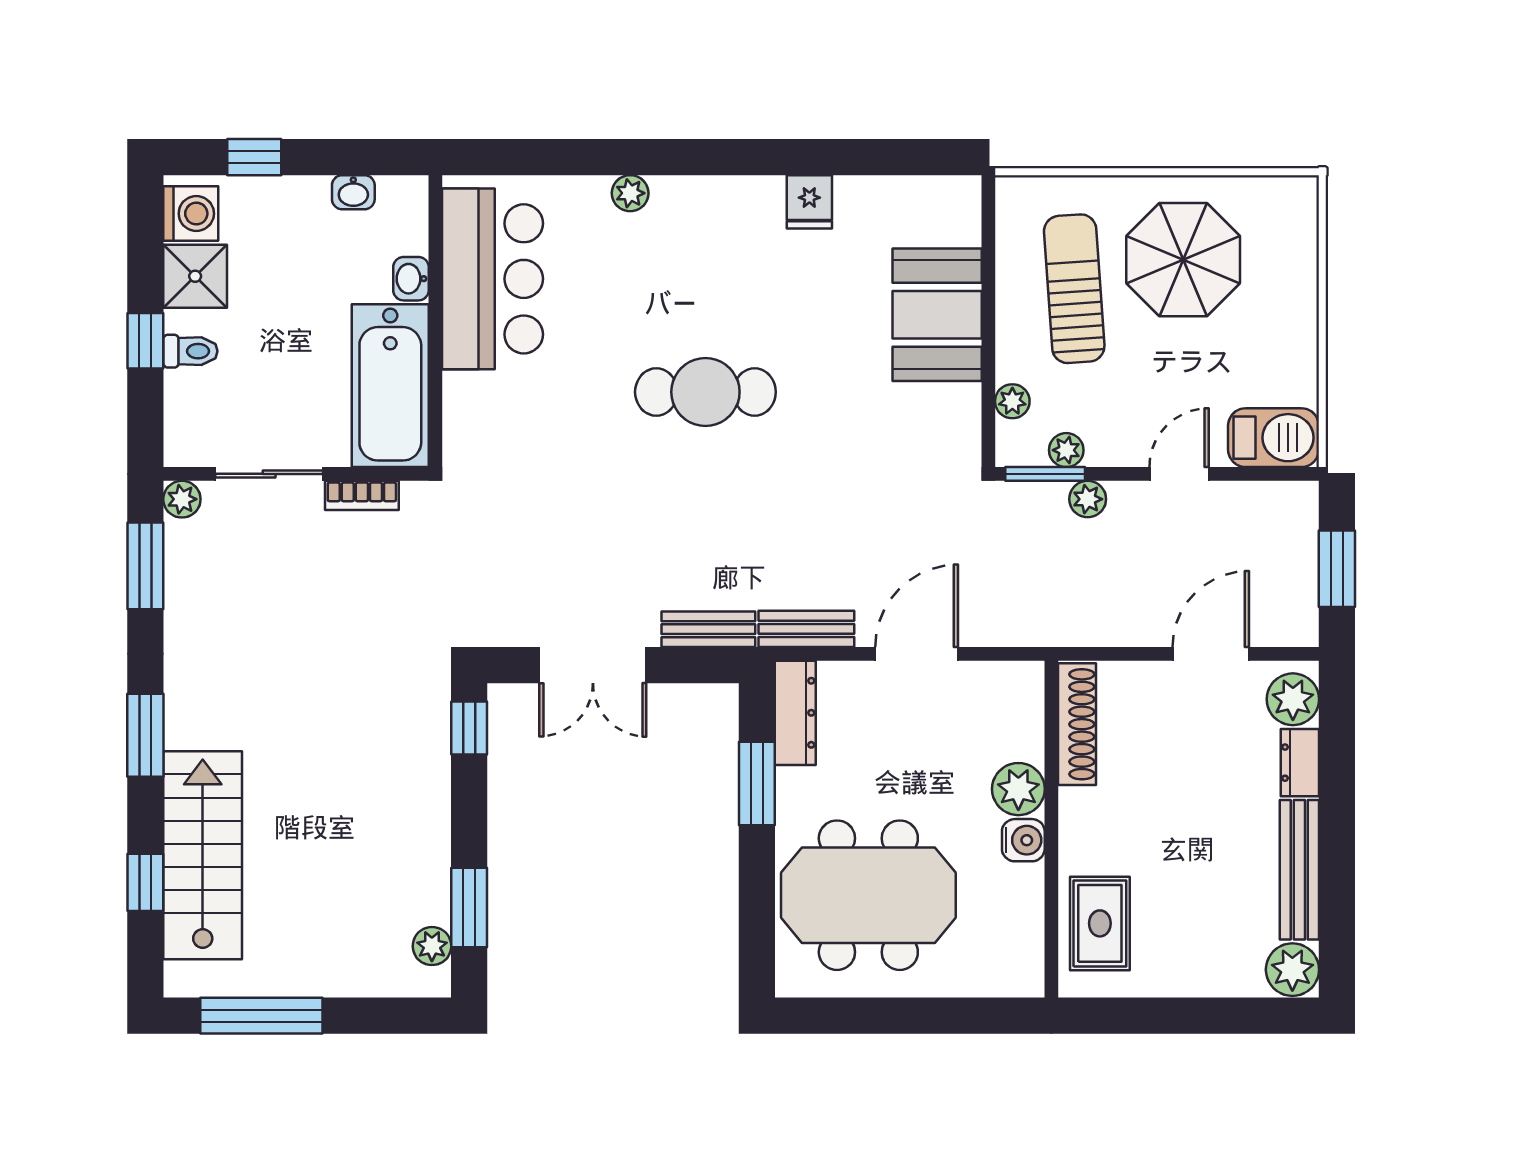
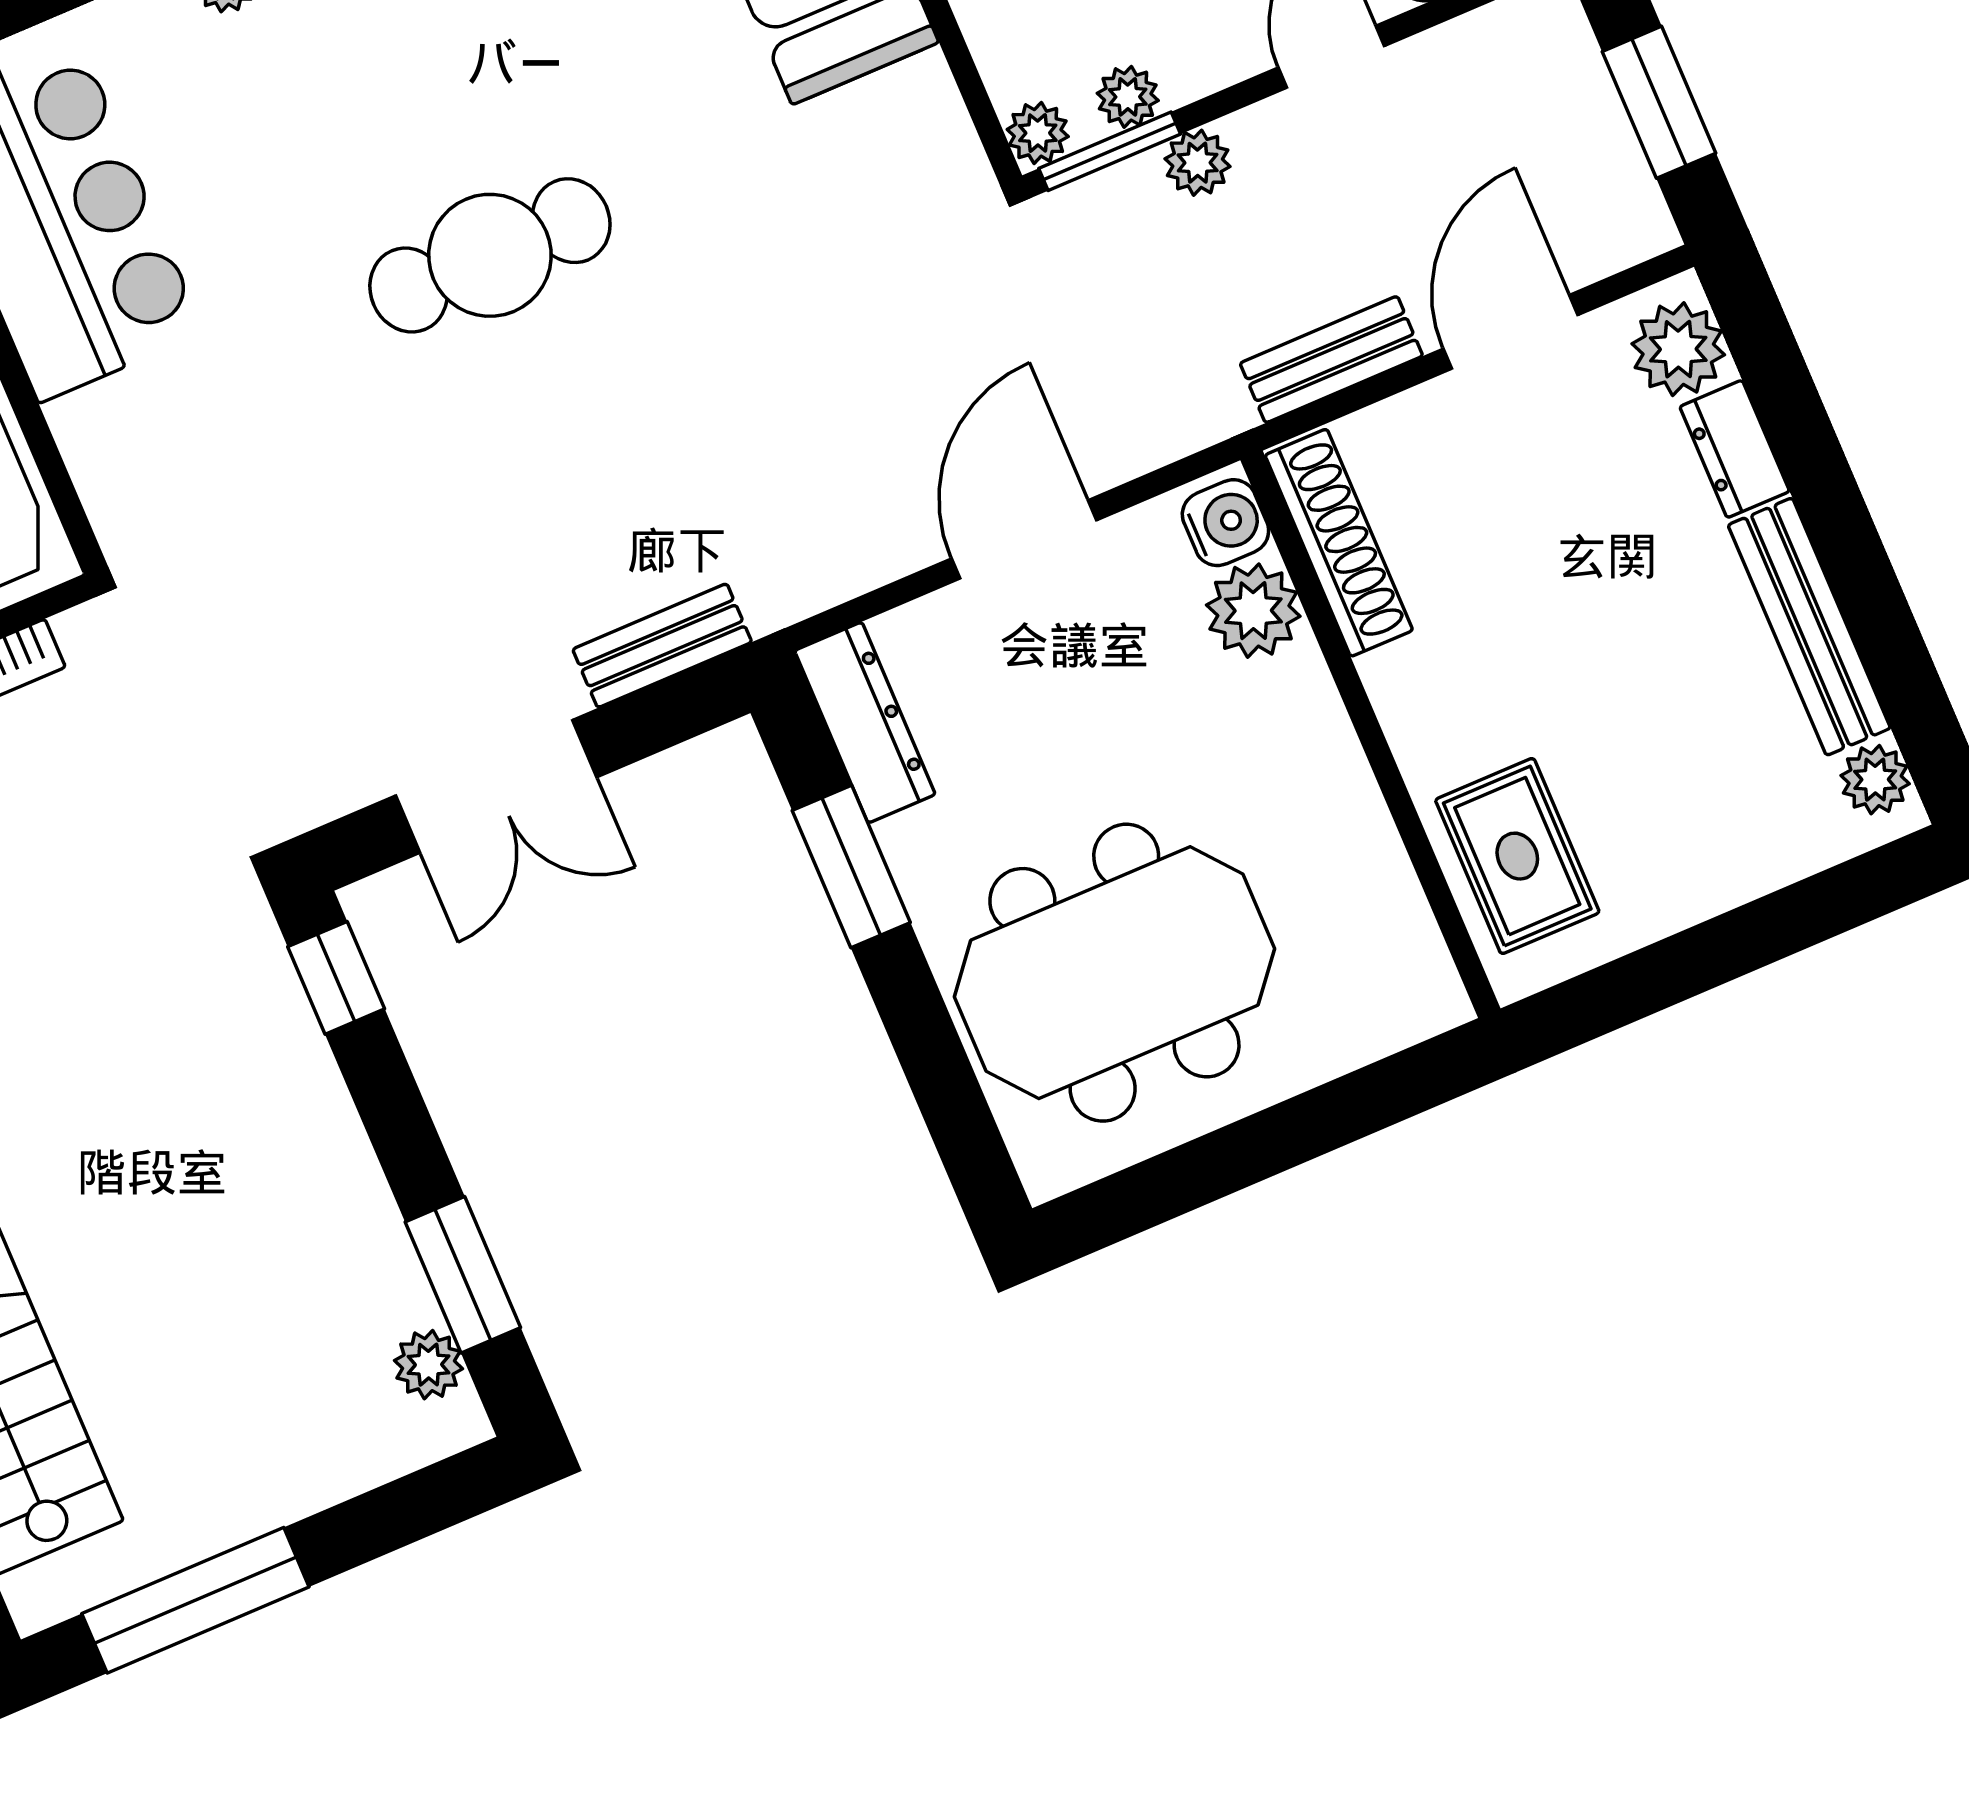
plant: (1012, 401) -> (1038, 133), moved
bench: (806, 629) -> (1331, 359), moved
plant: (1018, 789) -> (1253, 611), moved
water cooler: (1023, 840) -> (1225, 523), moved
plant: (1292, 970) -> (1875, 780), width x0.73, depth x0.73

